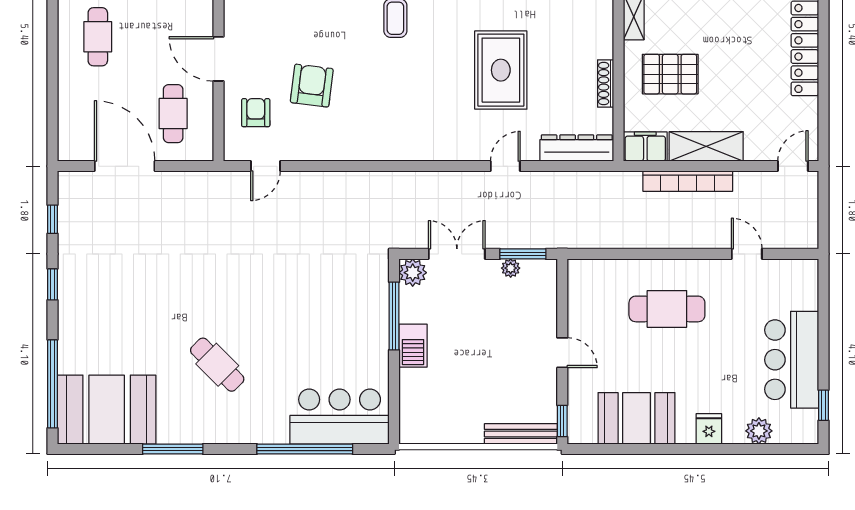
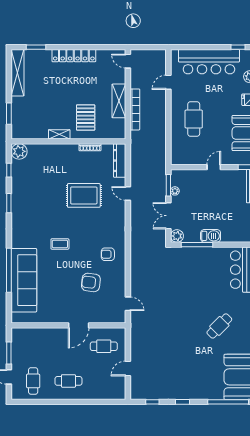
armchair: (256, 113) -> (108, 254), moved
filing cabinet: (645, 147) -> (119, 129), removed
door: (125, 166) -> (128, 369), width x0.53
bar counter: (792, 360) -> (209, 62), width x1.36

